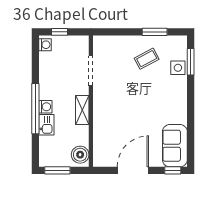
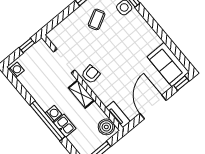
window: (60, 32) -> (27, 45), moved
armchair: (104, 100) -> (91, 74), added
tv unit: (98, 153) -> (118, 115), added

